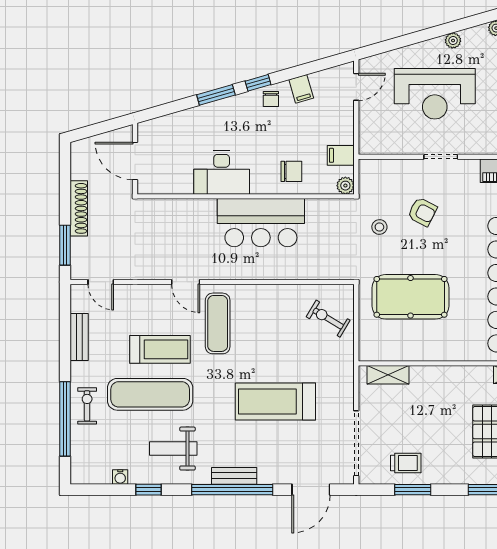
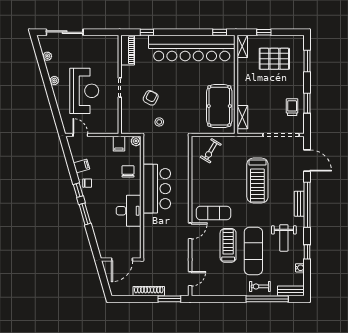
pool table: (411, 297) -> (219, 106), moved
bench: (79, 337) -> (291, 291), moved

